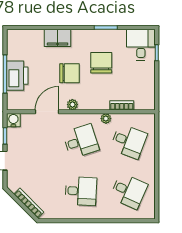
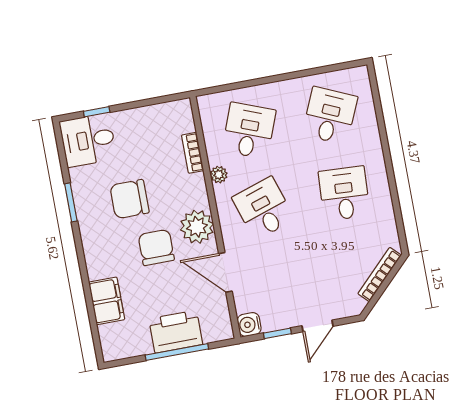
filing cabinet: (58, 38) -> (107, 301), moved
plant: (72, 105) -> (197, 227), width x1.88, depth x1.88

